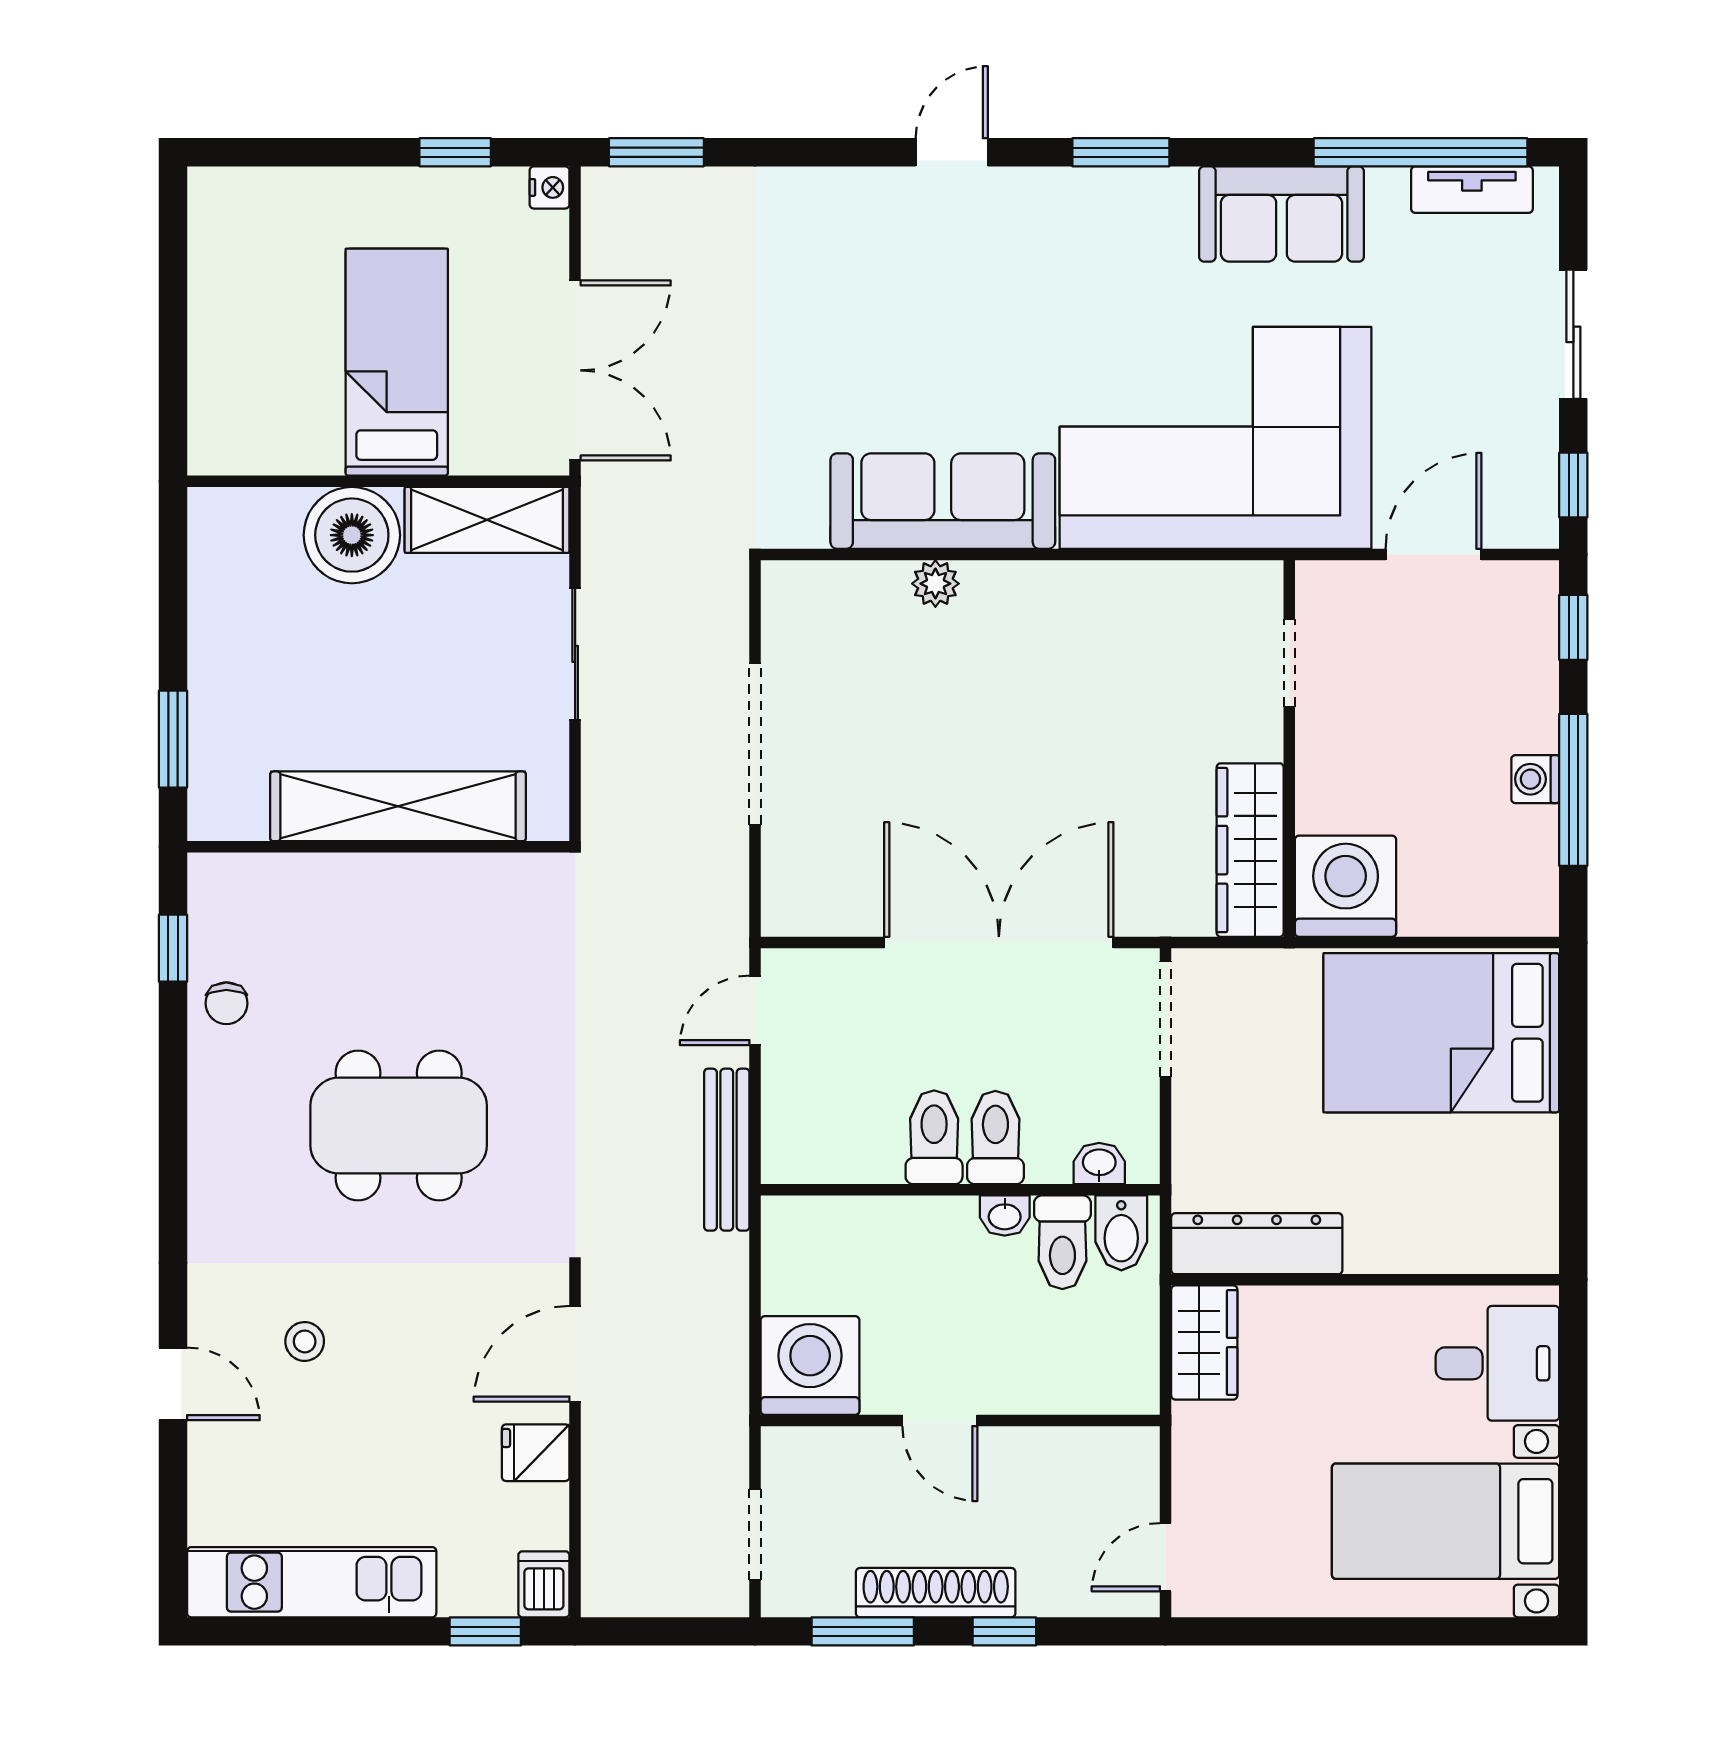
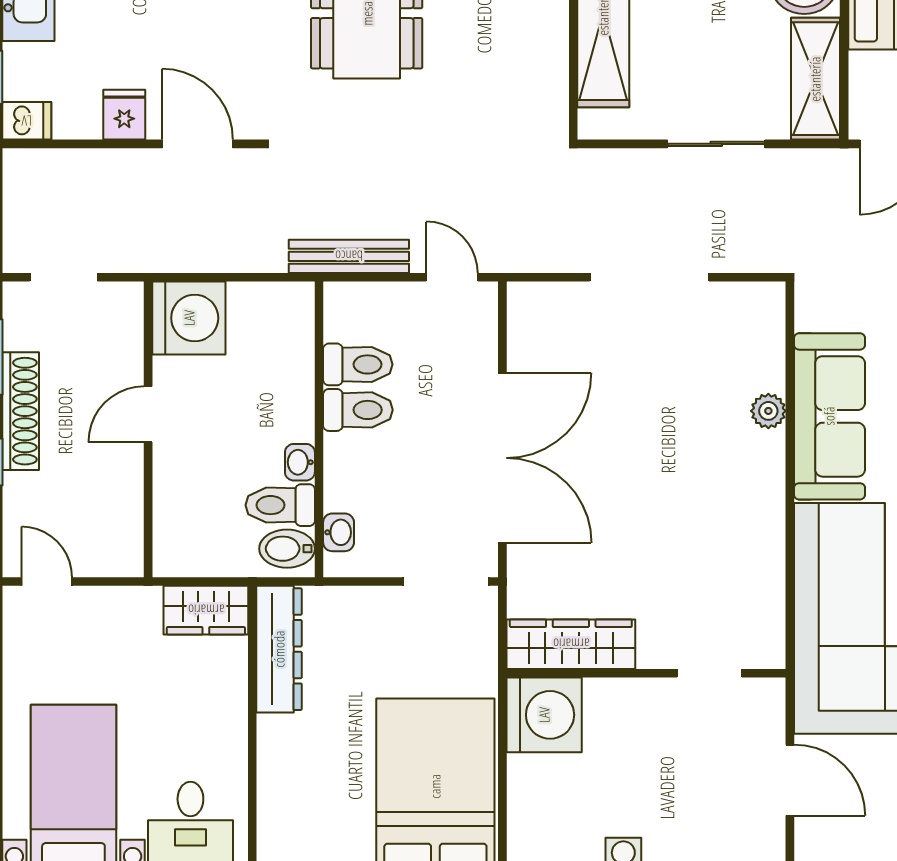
toilet: (995, 1138) -> (358, 364), moved

